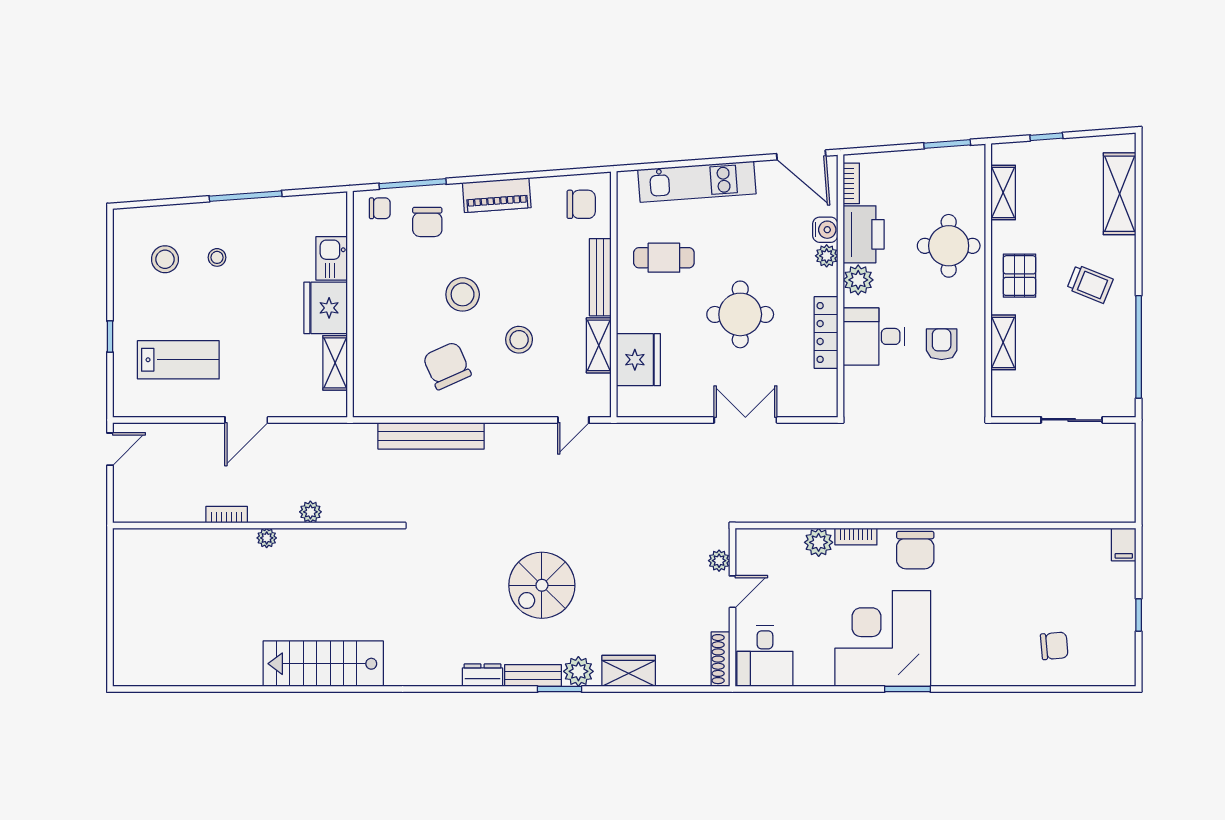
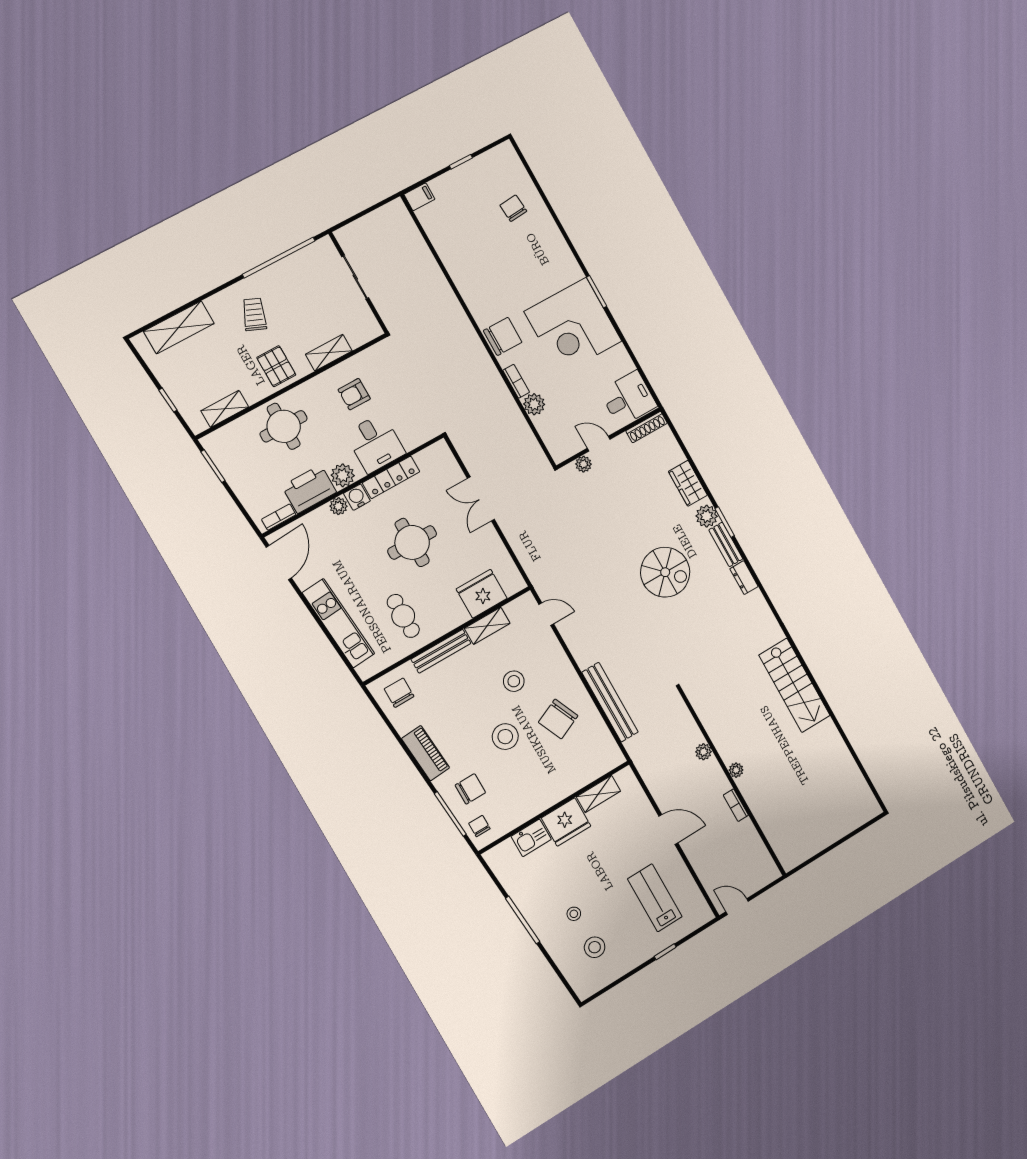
water cooler: (825, 230) -> (357, 497), moved
pallet: (1020, 276) -> (276, 366), turned 90

